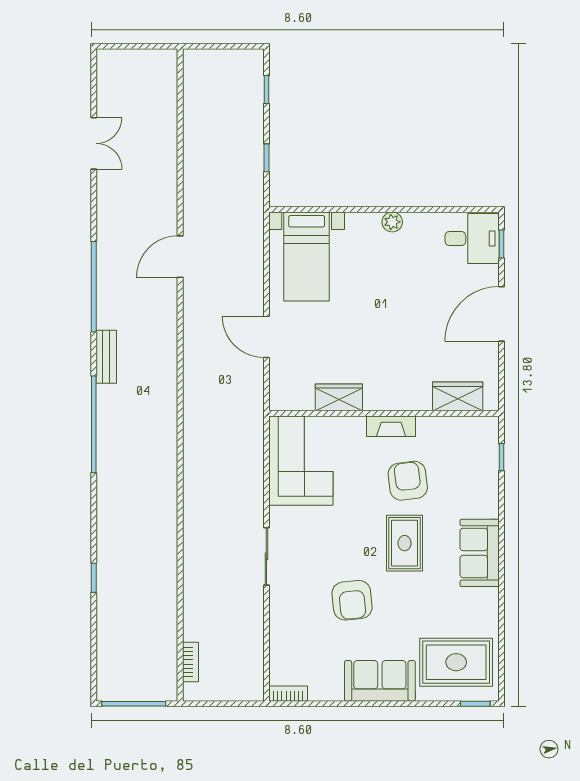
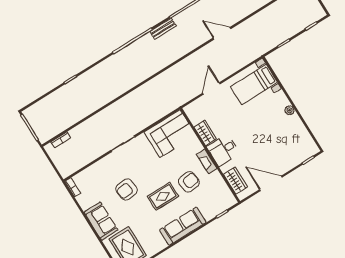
desk: (472, 239) -> (223, 150), moved, turned 90
door: (502, 314) -> (271, 183), moved
sofa: (480, 553) -> (183, 226), width x1.36

